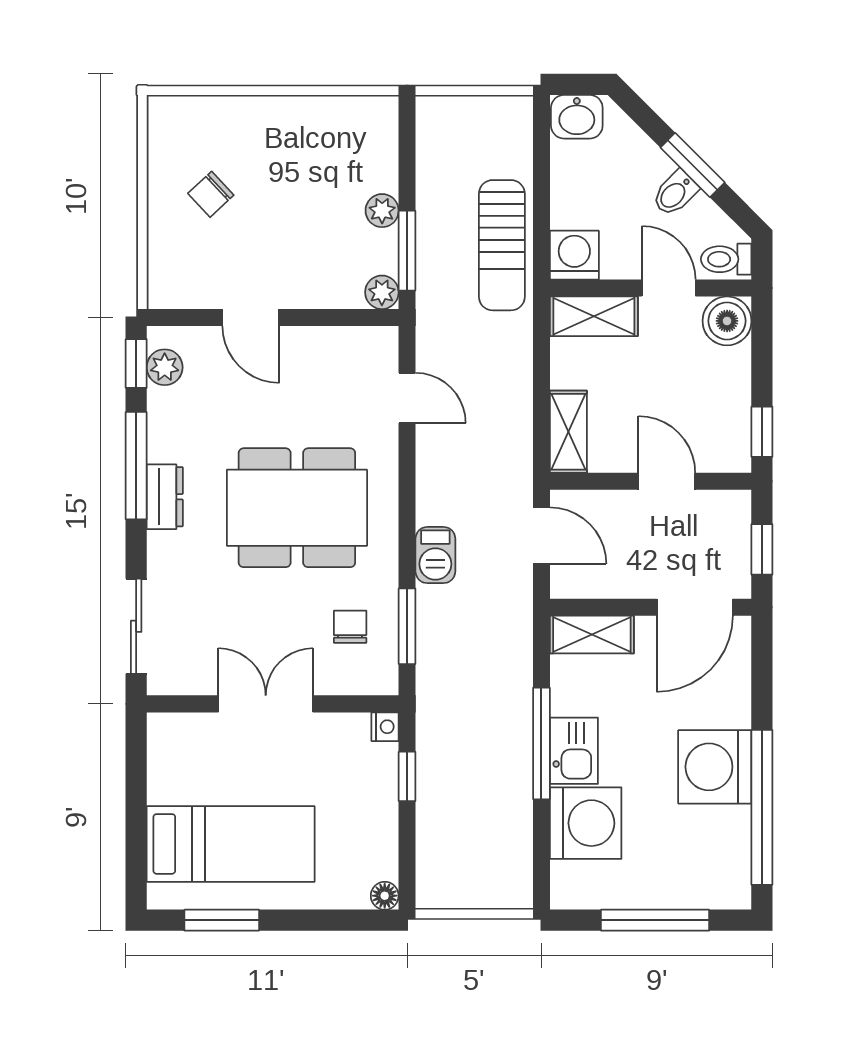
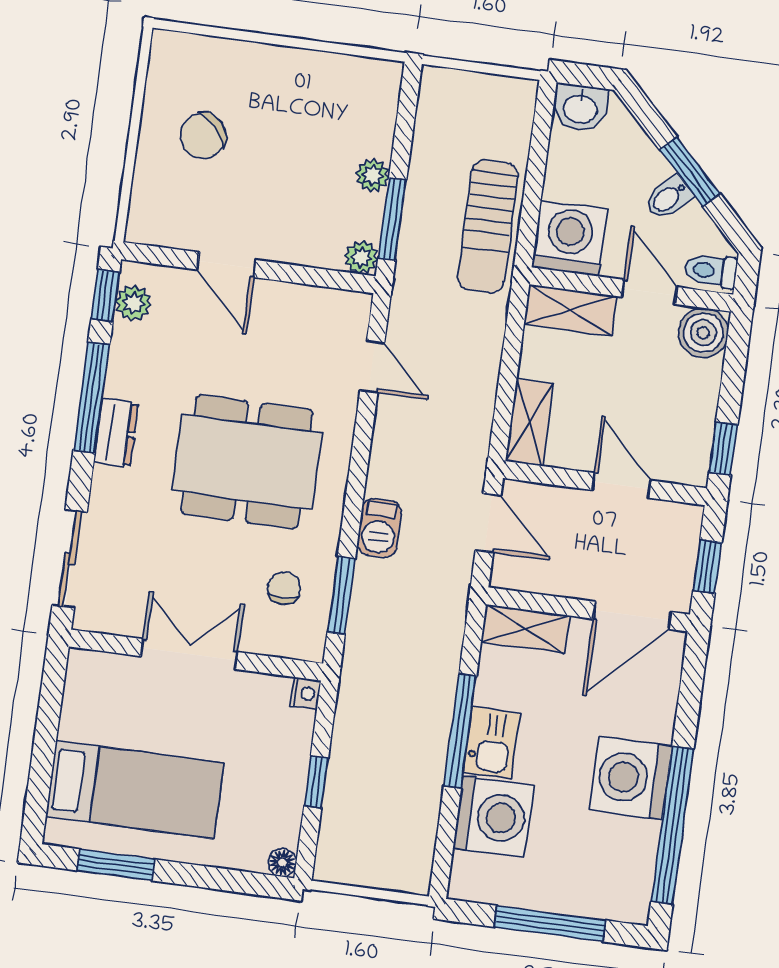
chair: (211, 194) -> (203, 136), width x1.37, depth x1.37
washing machine: (574, 255) -> (570, 238), width x1.37, depth x1.37
window: (407, 776) -> (316, 782), moved

